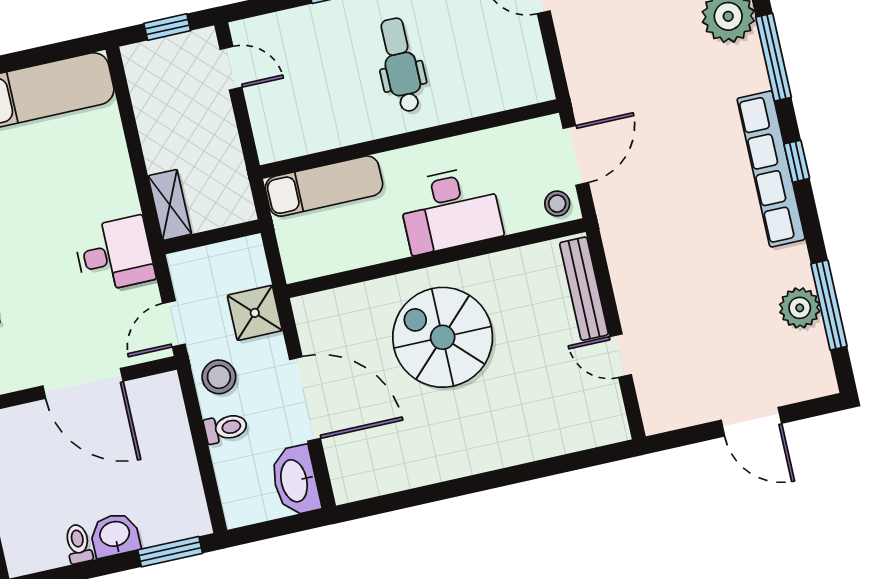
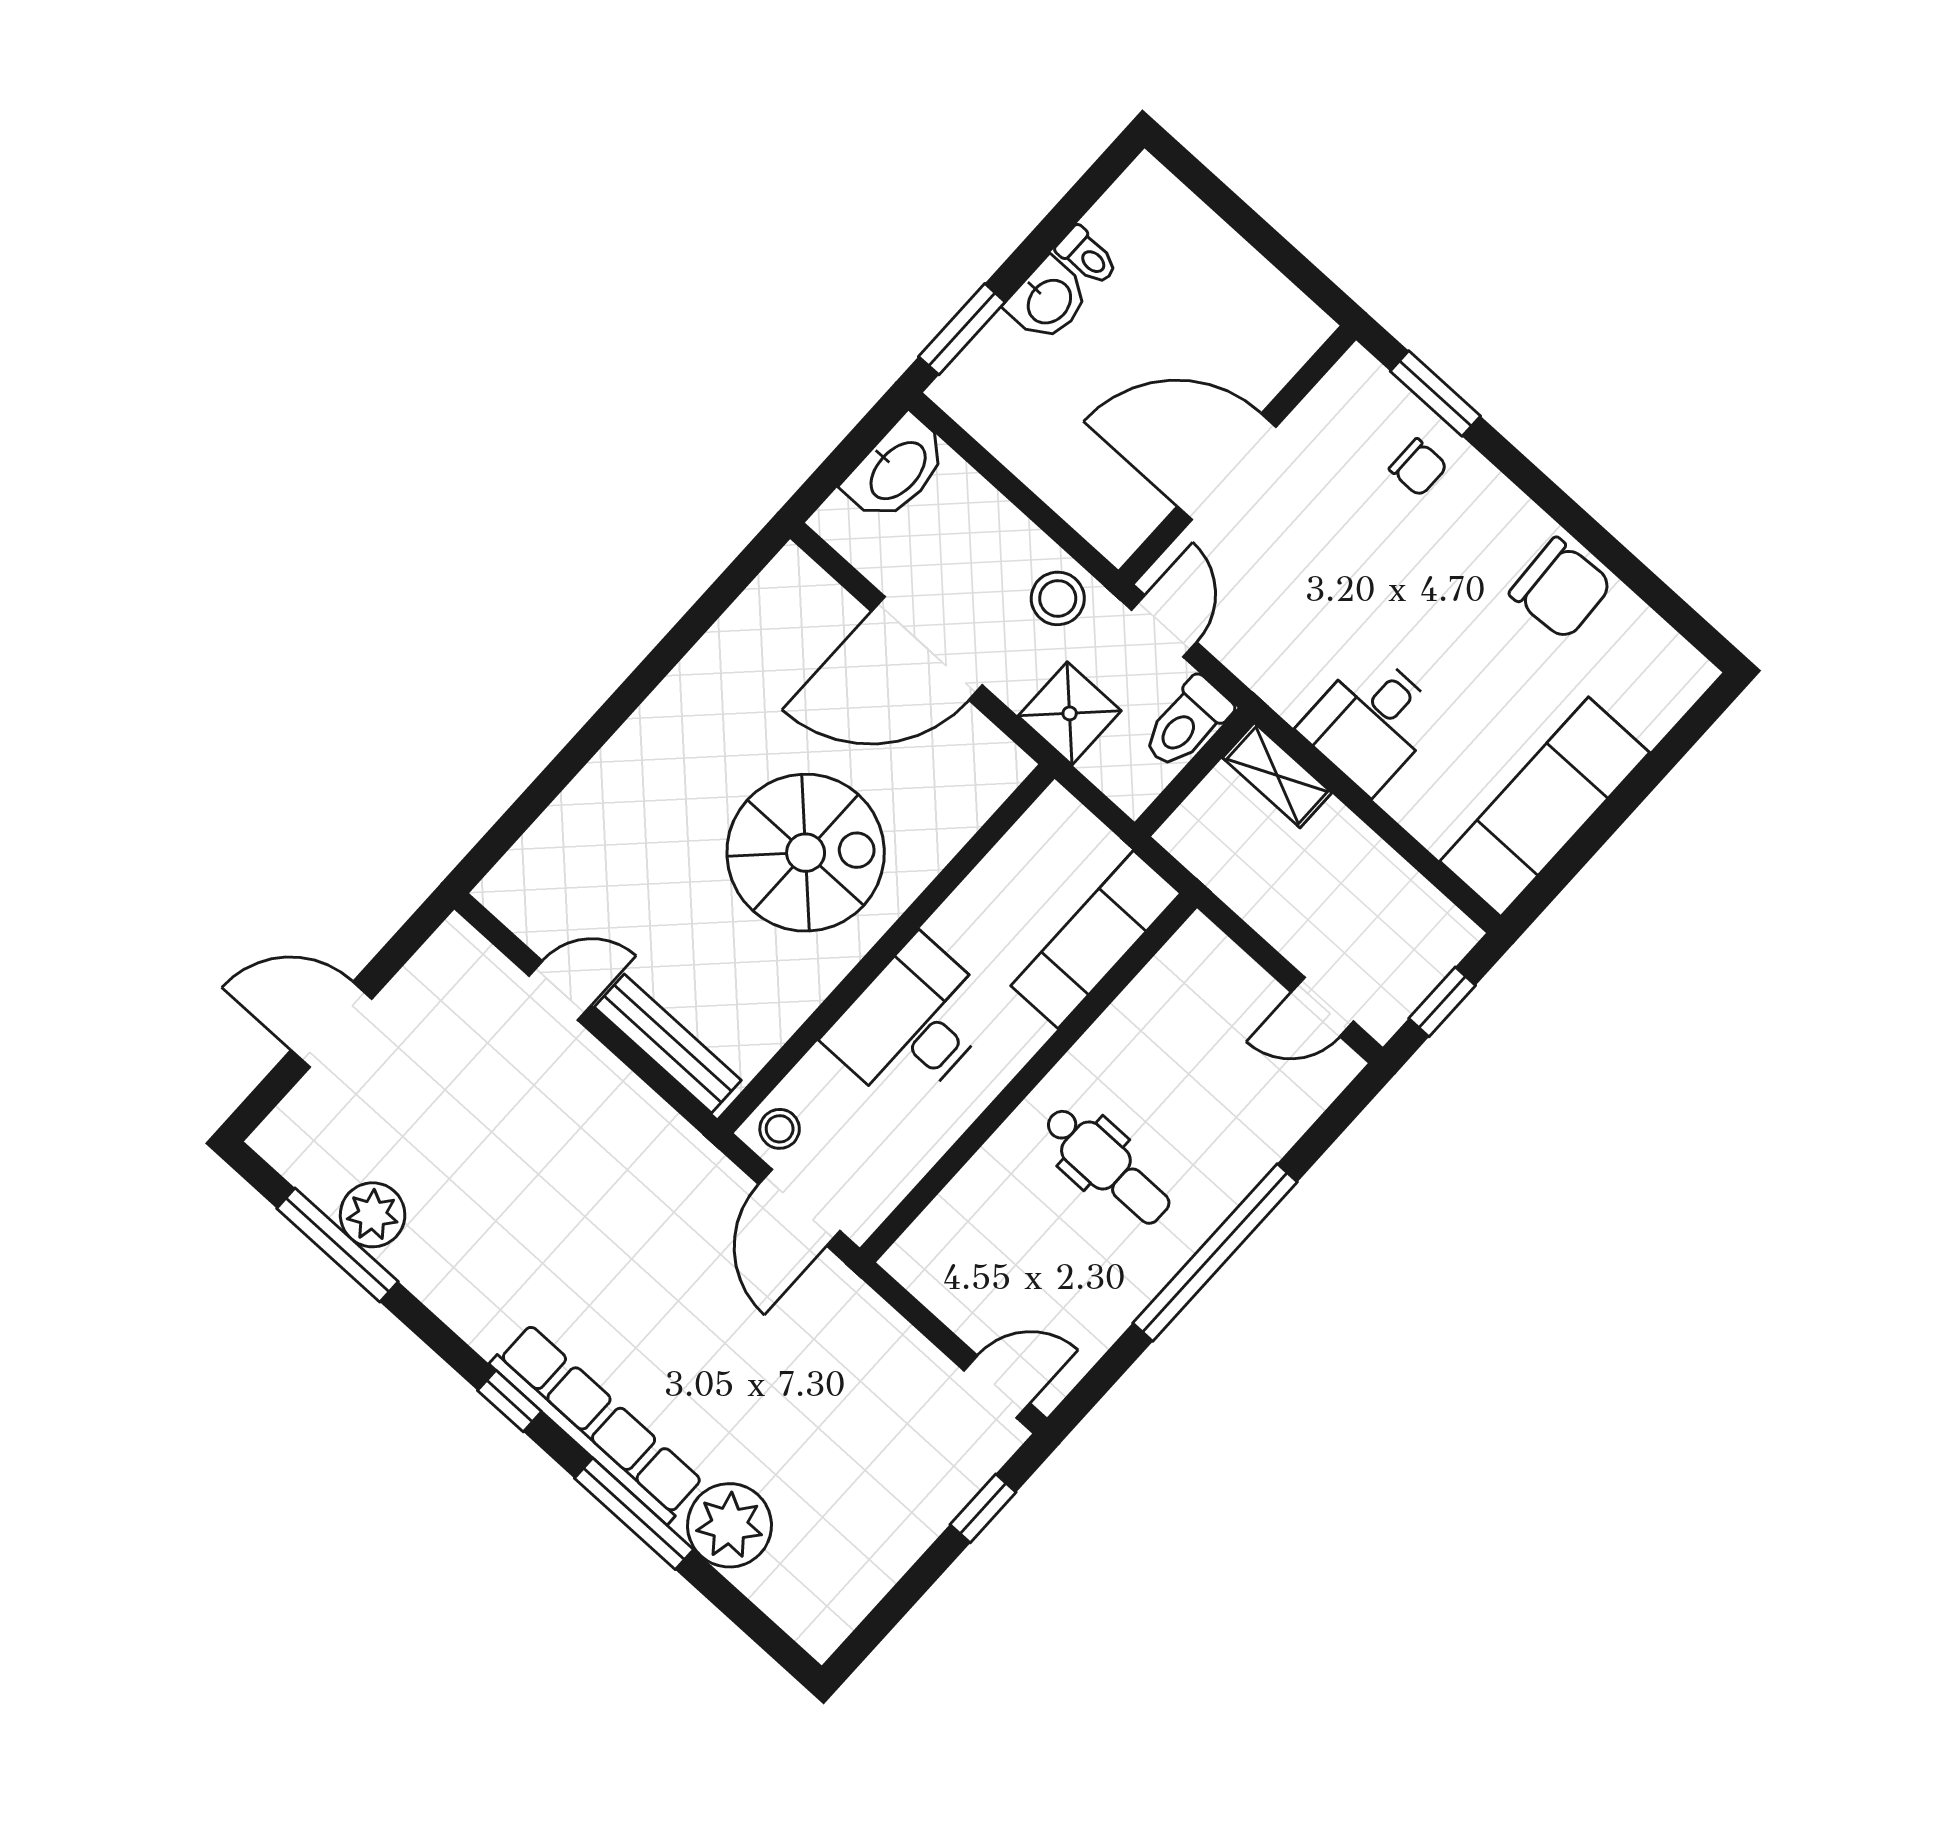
row of seats: (771, 169) -> (597, 1423), moved
desk: (114, 254) -> (1371, 722), moved
toilet: (226, 428) -> (1187, 723), moved, width x1.37, depth x1.39
washbasin: (295, 481) -> (897, 469), moved, turned 90

